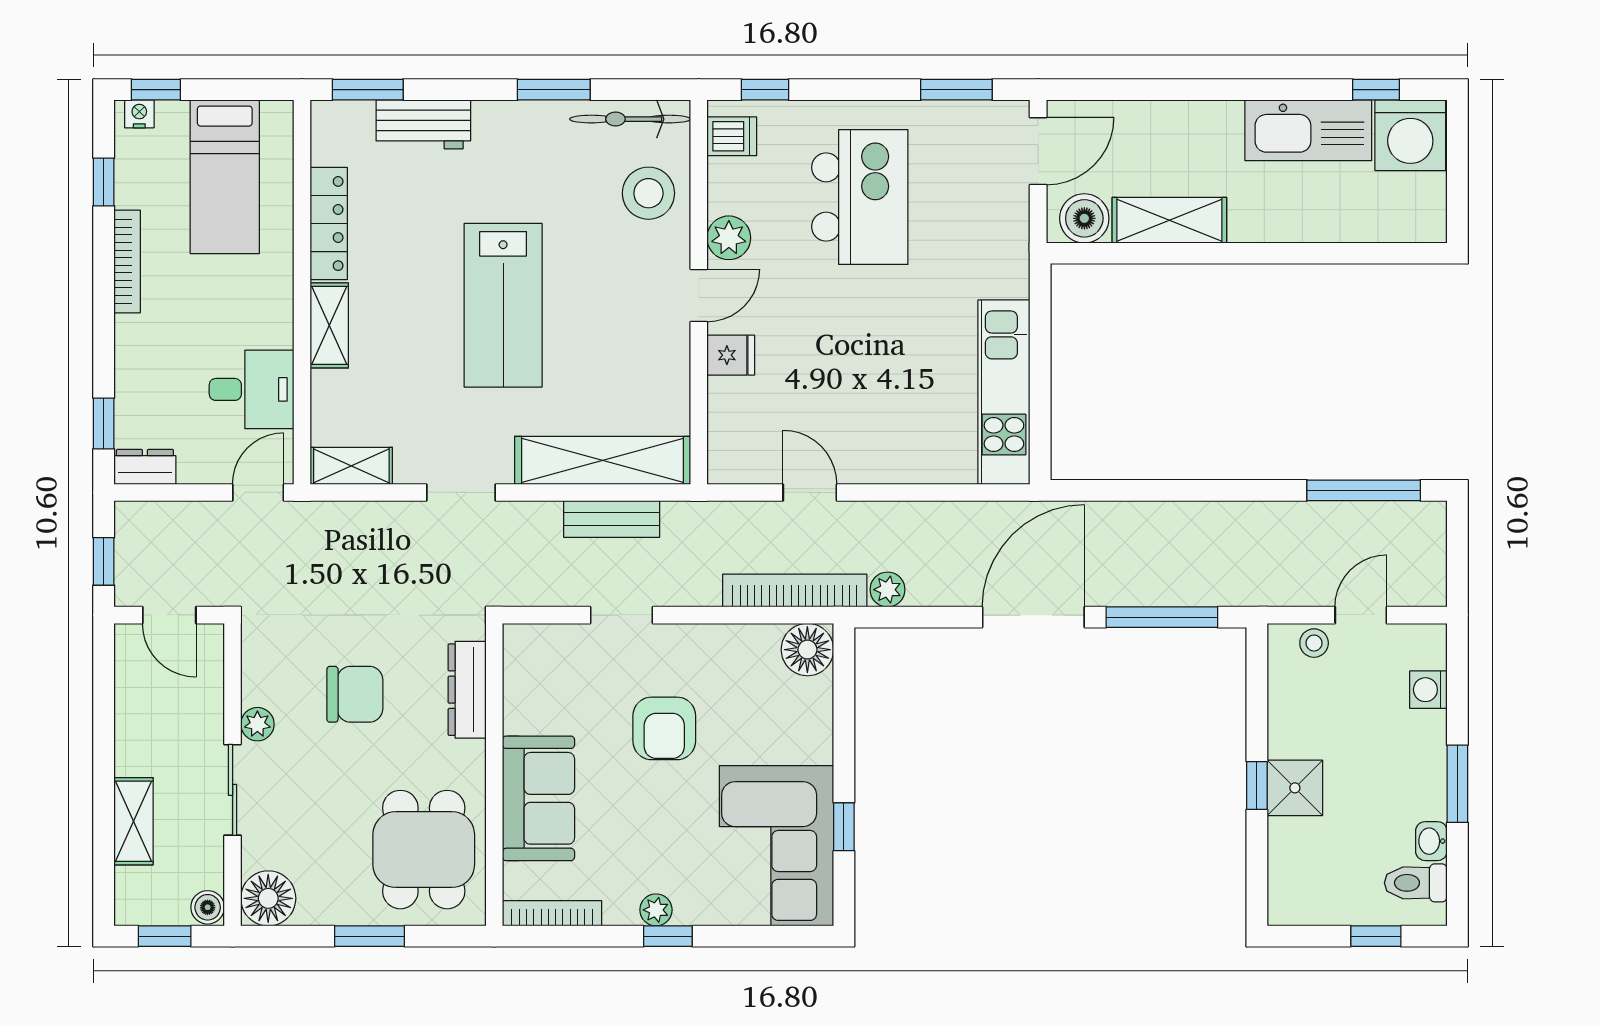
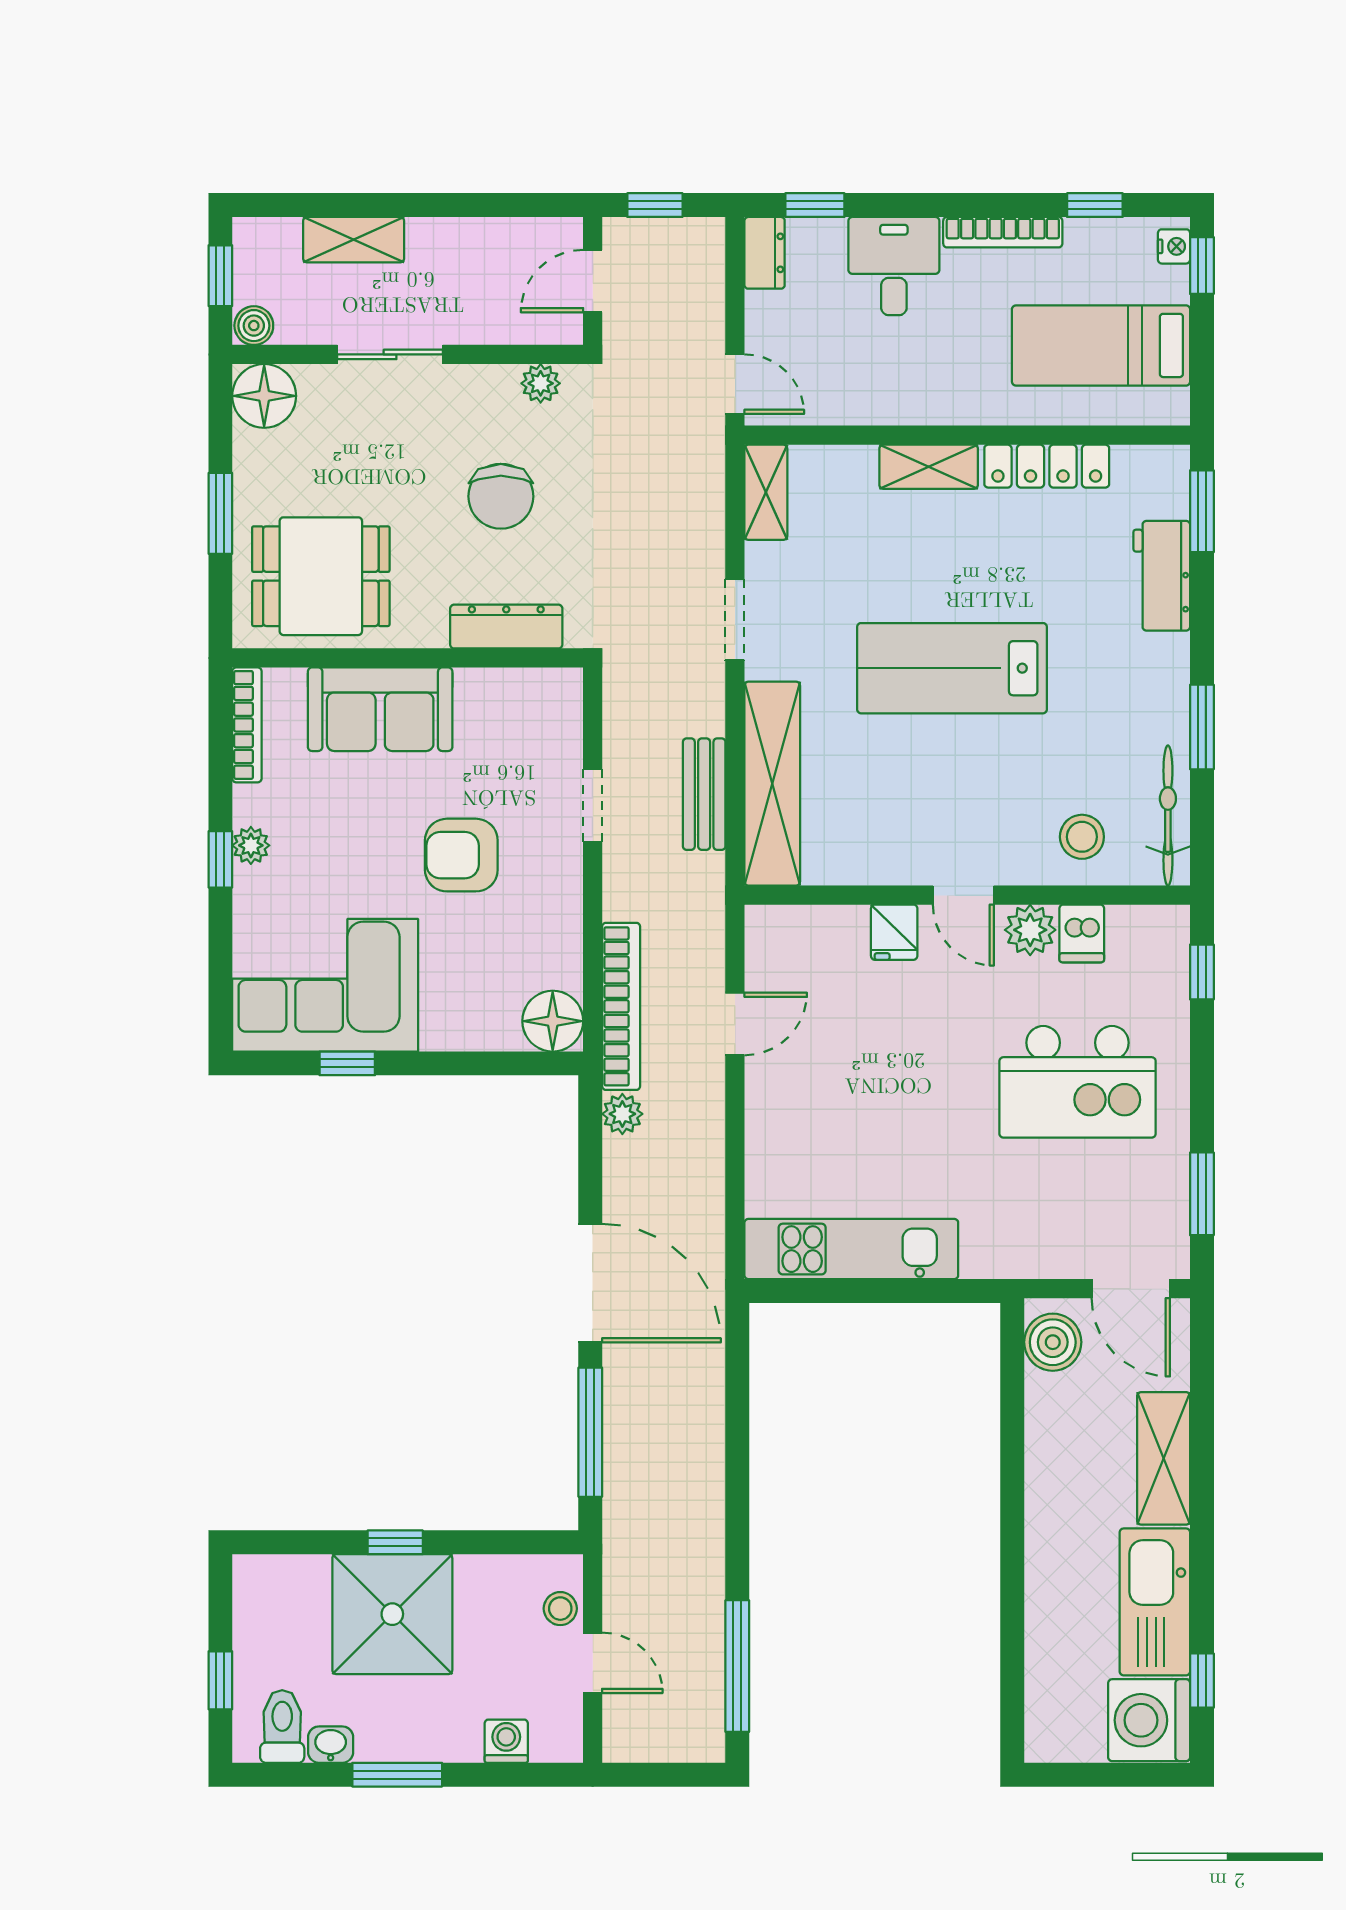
dishwasher: (732, 136) -> (1082, 933), moved
stool: (648, 193) -> (1082, 837), width x0.73, depth x0.73
shelving: (1169, 220) -> (1164, 1458), moved
desk: (252, 389) -> (894, 266), moved, turned 180
plant: (257, 724) -> (541, 383), moved
shower: (1295, 788) -> (392, 1614), width x1.86, depth x1.86

